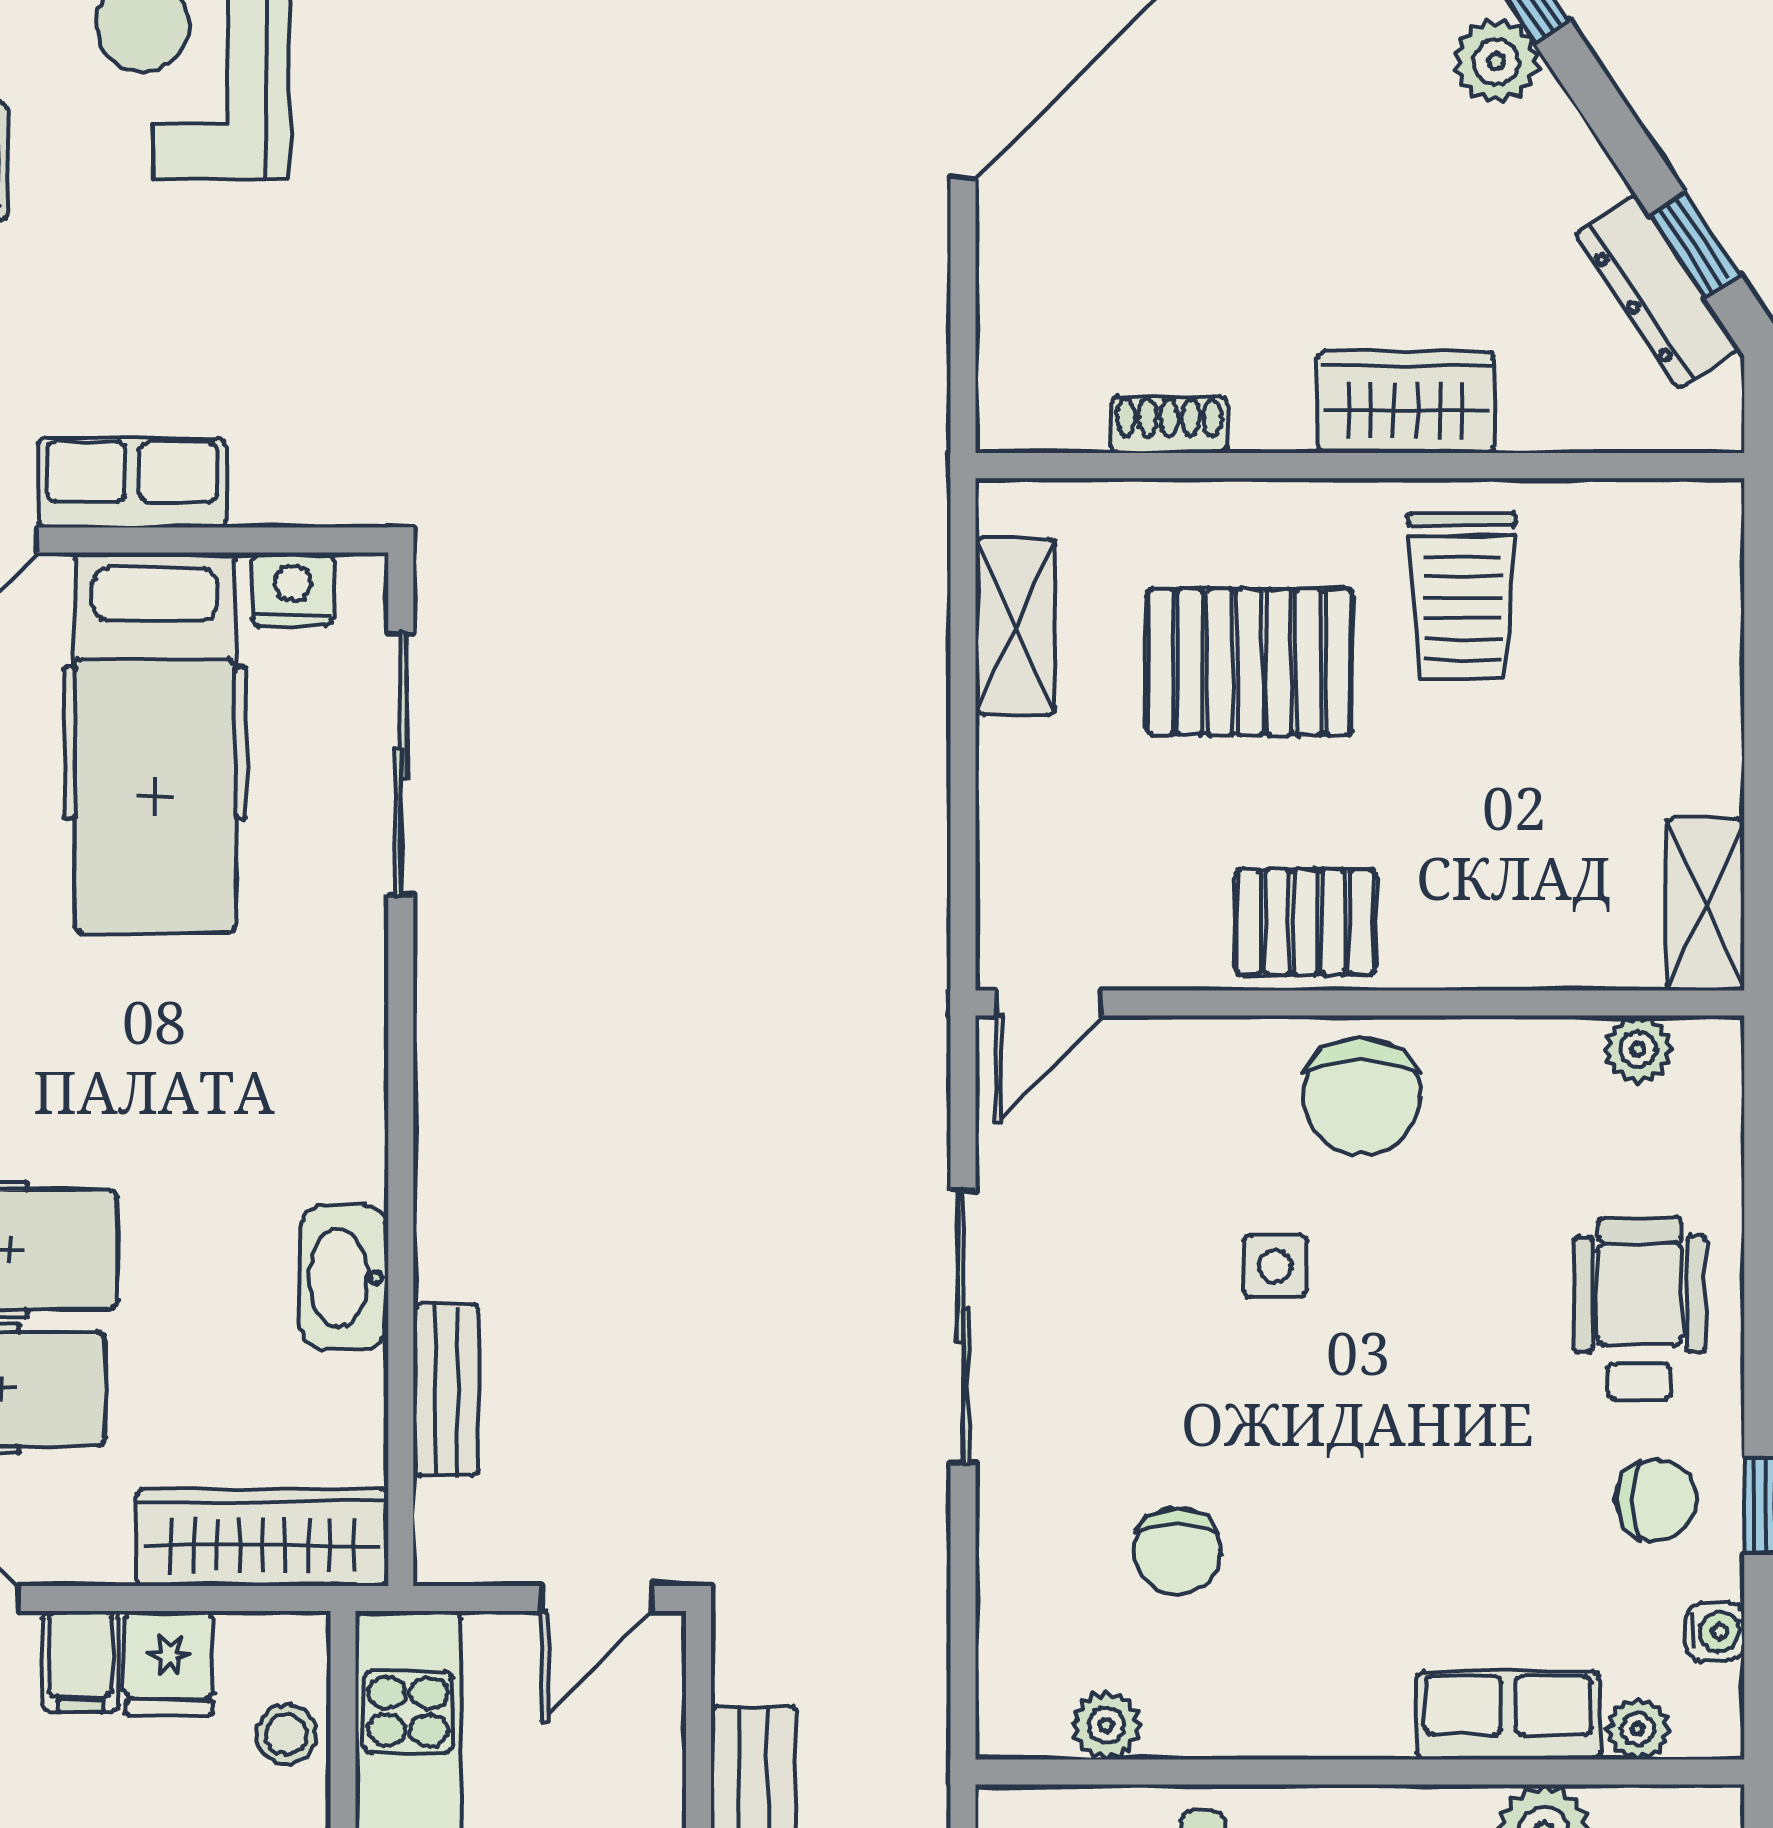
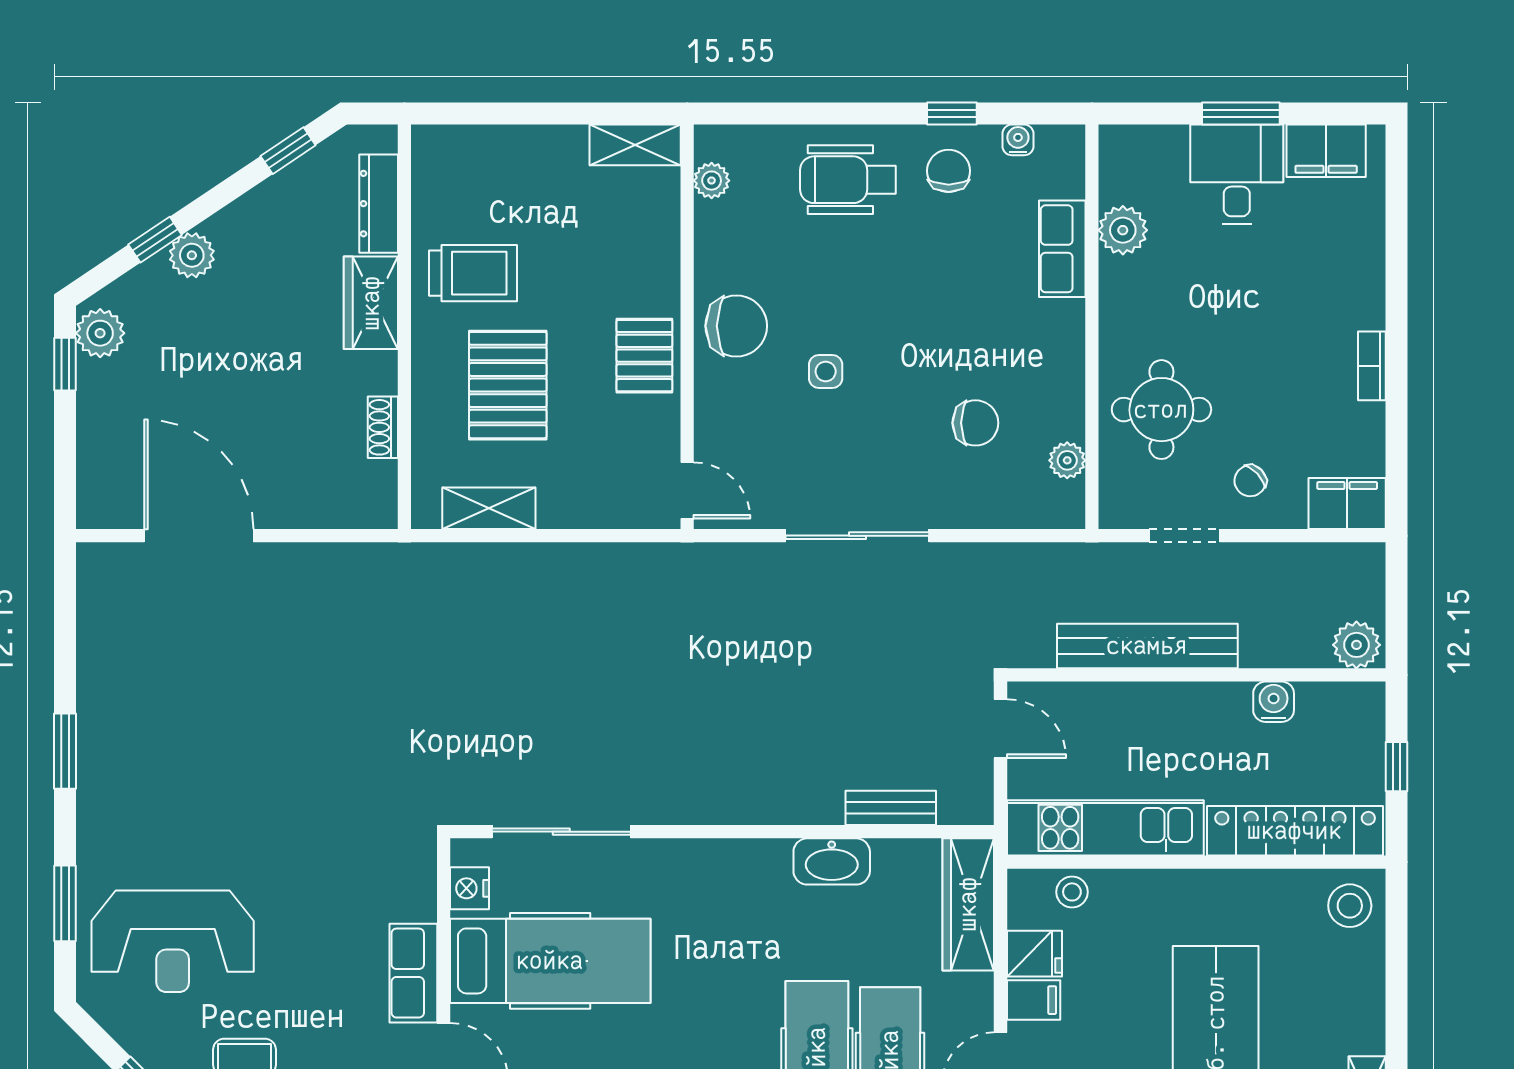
dresser: (1657, 291) -> (379, 204), moved, turned 124
plant: (1638, 1729) -> (1069, 181), removed

